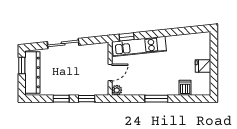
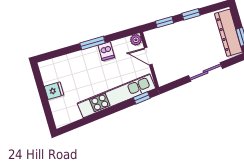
kitchen unit: (139, 46) -> (116, 96), width x1.36
door: (110, 72) -> (148, 56), hinge flipped
dishwasher: (185, 88) -> (106, 51), moved

